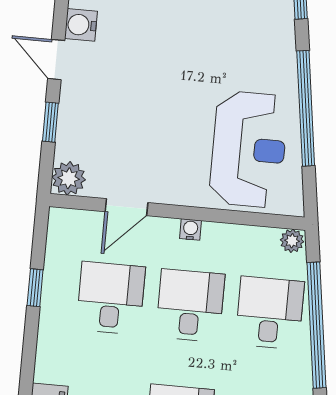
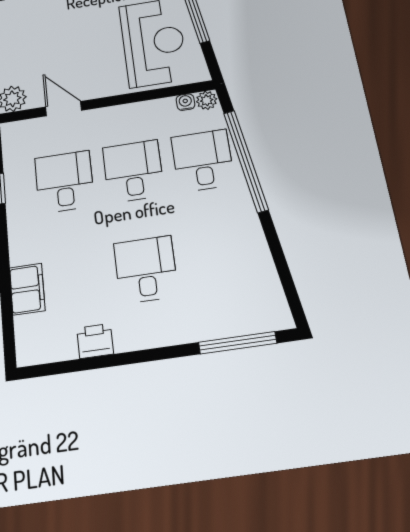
door: (126, 207) -> (64, 109), swing flipped
water cooler: (190, 229) -> (185, 102), moved

